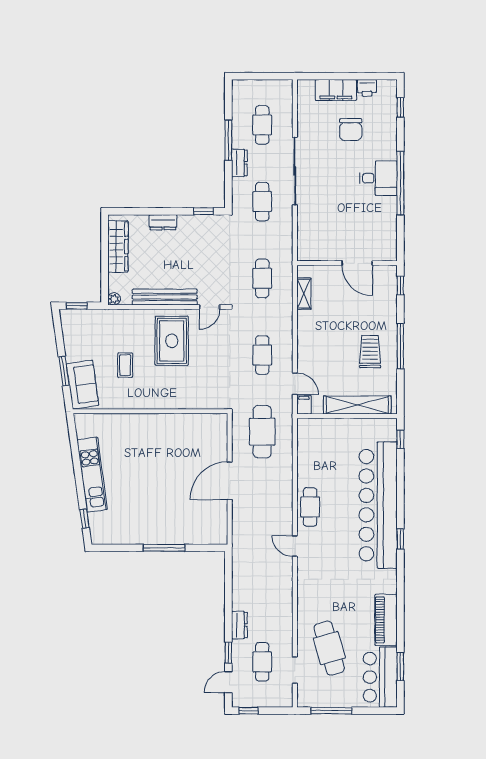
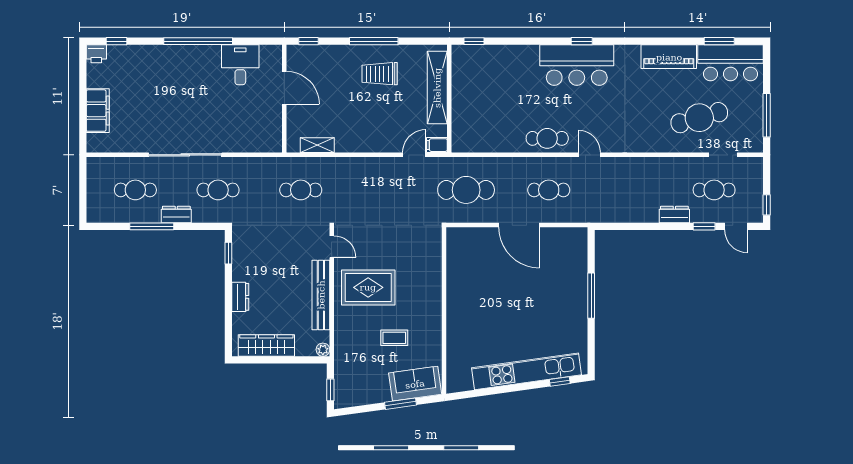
printer: (367, 88) -> (96, 54), moved, turned 90
chair: (351, 130) -> (140, 95), removed
desk: (378, 178) -> (240, 65), moved
door: (357, 263) -> (284, 88), hinge flipped
cafe table: (262, 355) -> (549, 190), moved
kitchen unit: (92, 475) -> (527, 371), width x1.36
bar counter: (378, 505) -> (577, 65), width x0.54
door: (295, 546) -> (589, 155), swing flipped

